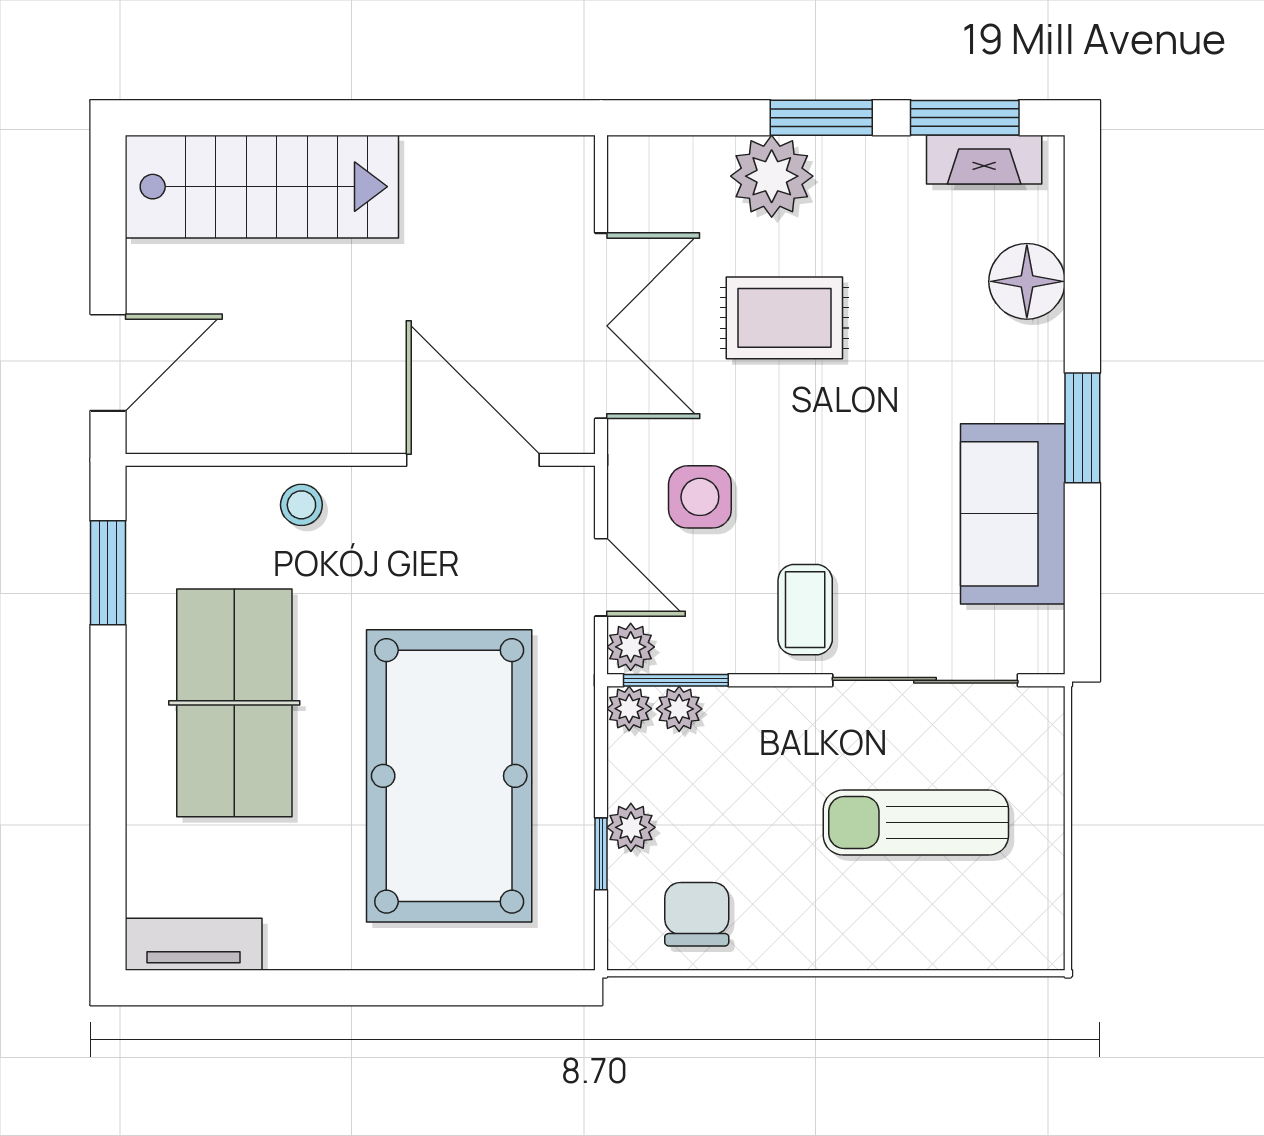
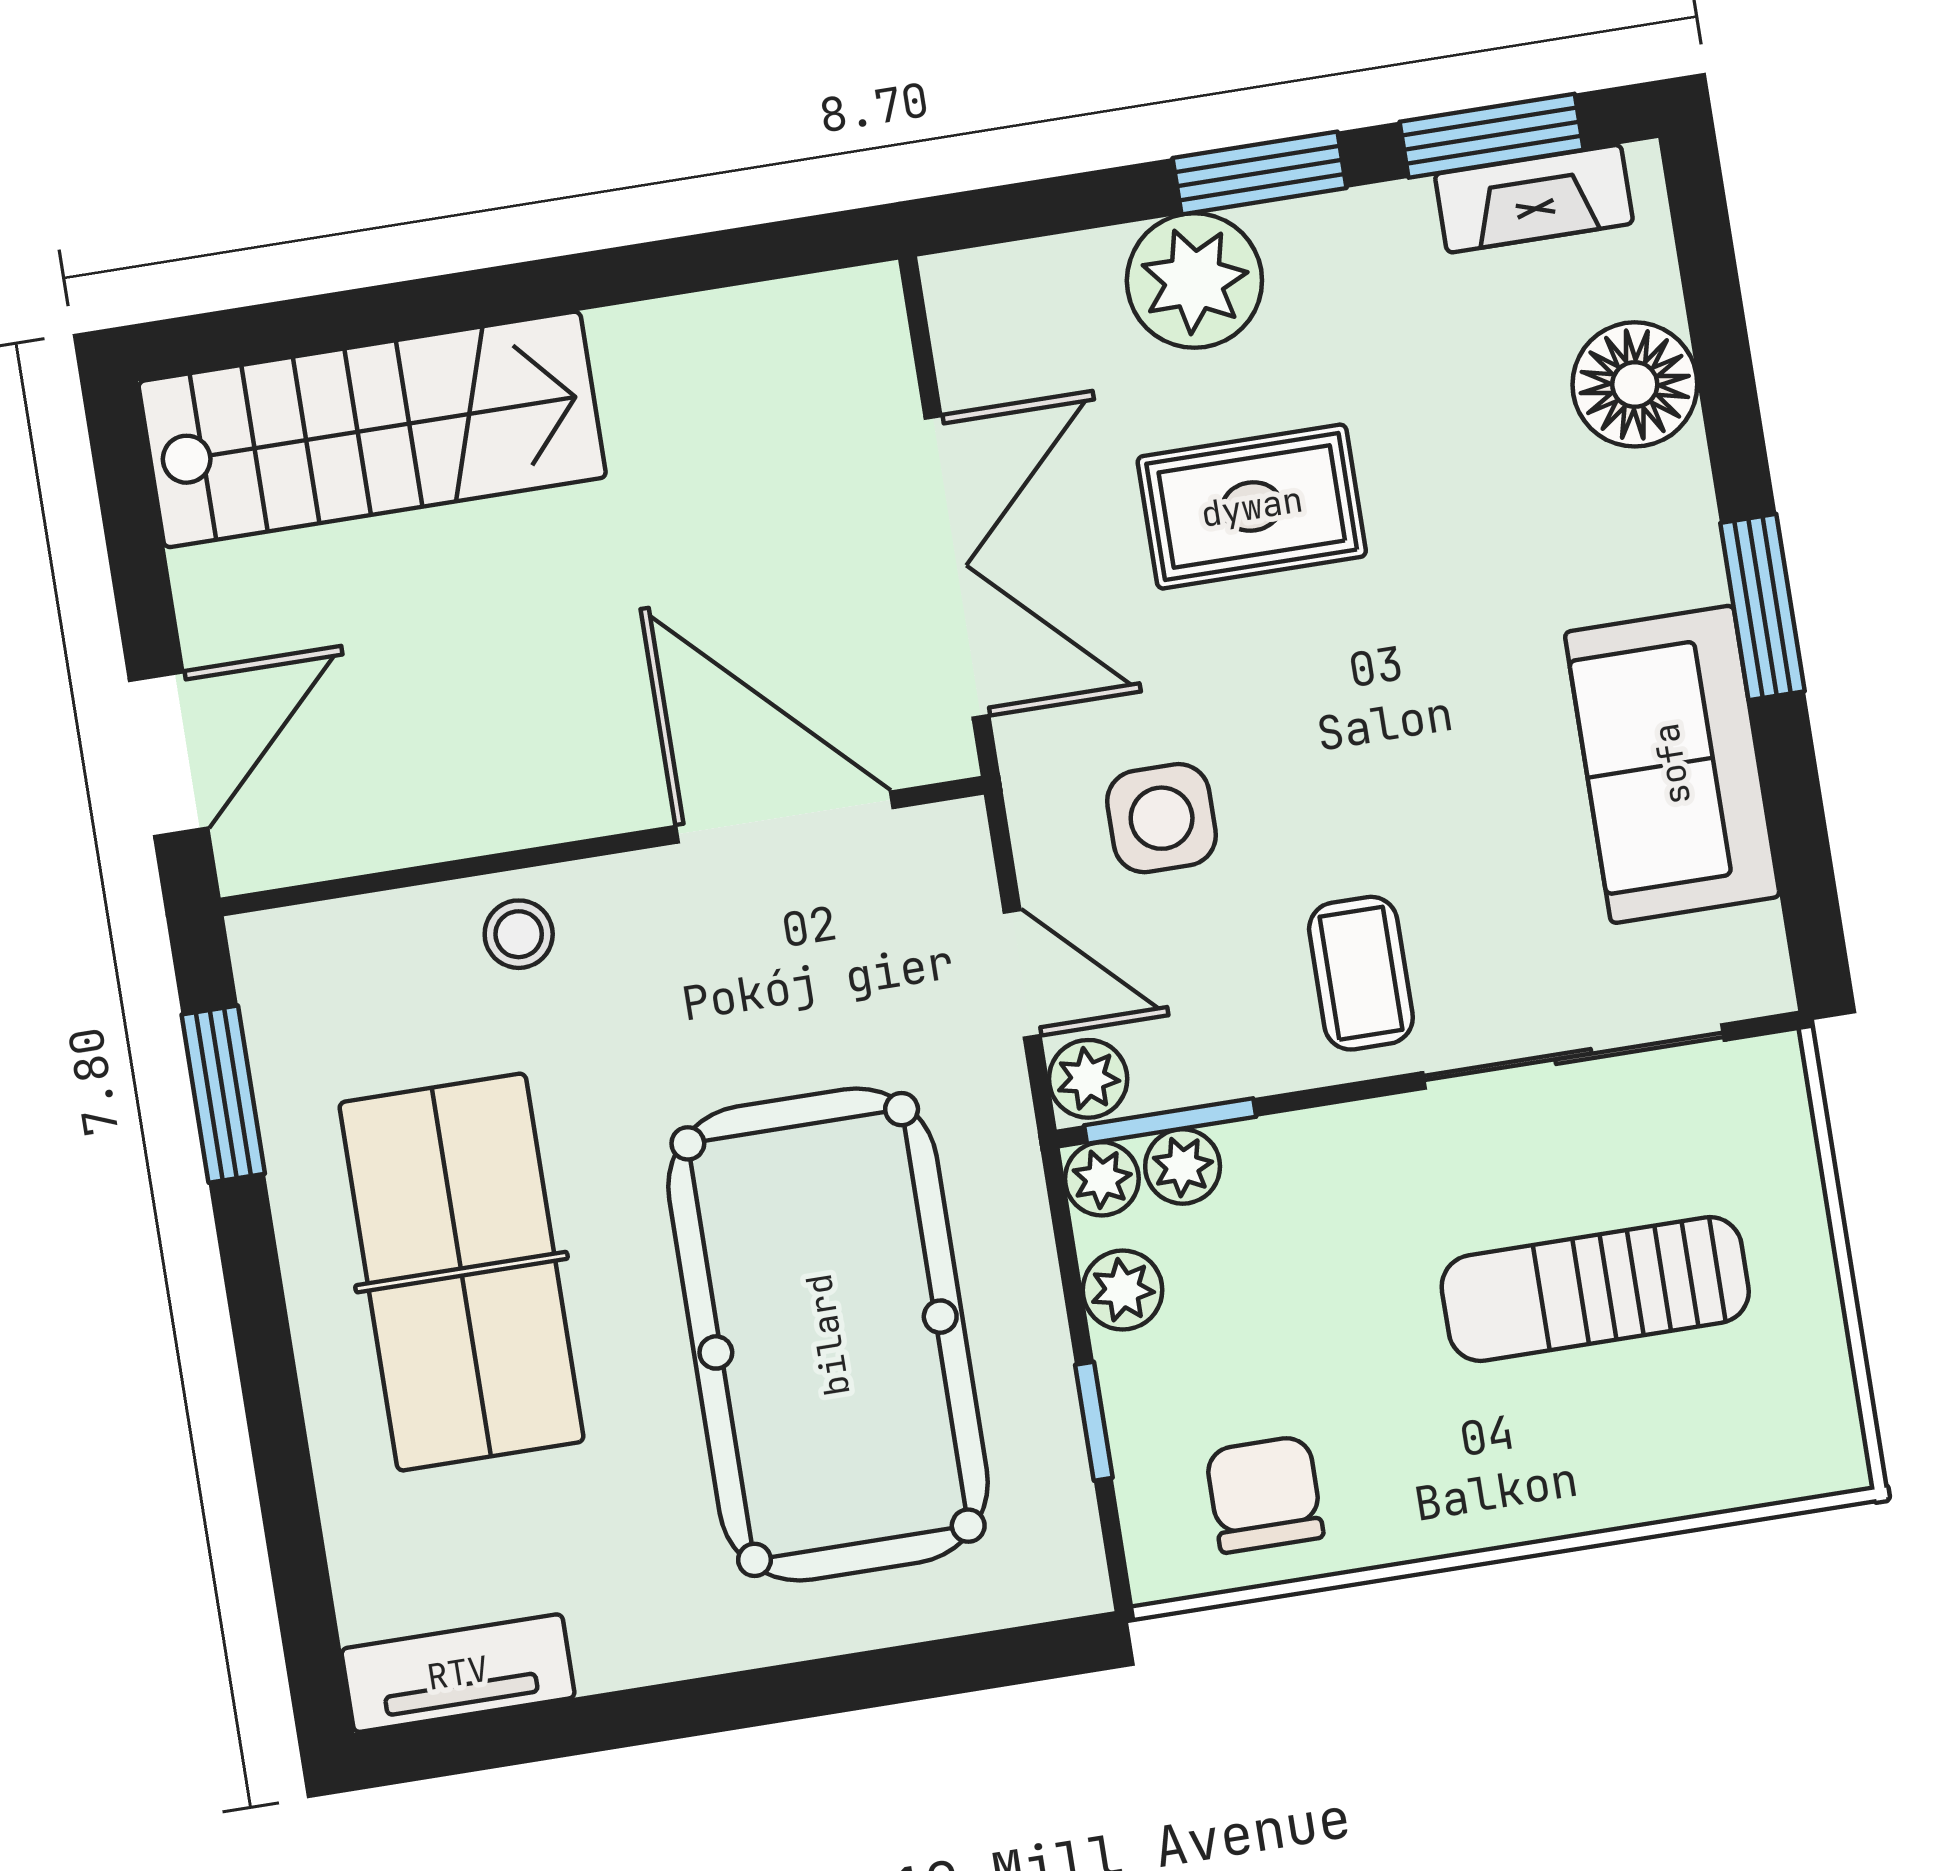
plant: (631, 827) -> (1123, 1290), moved

